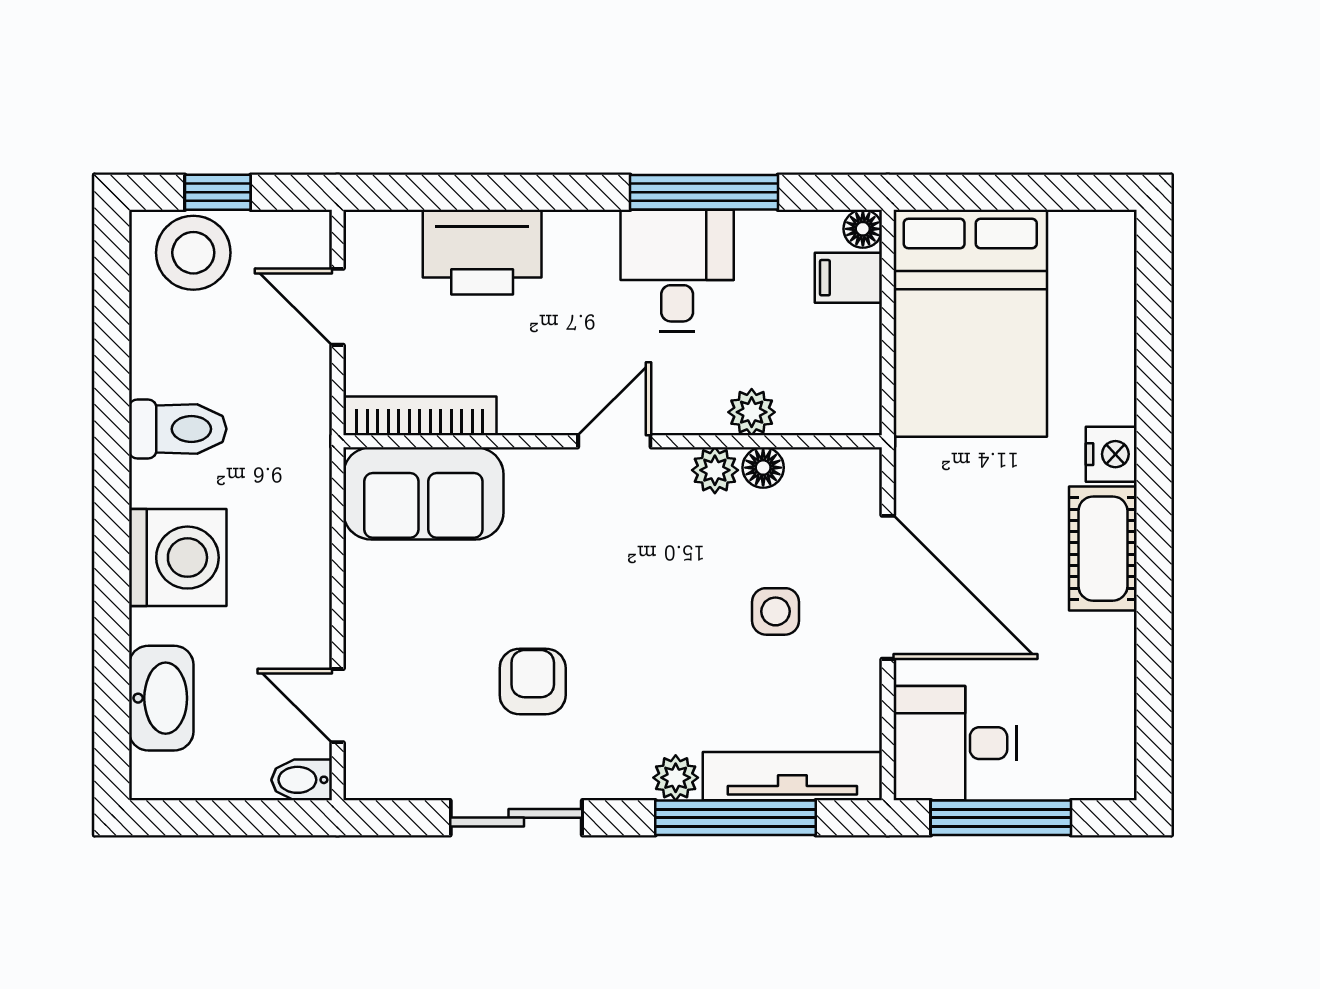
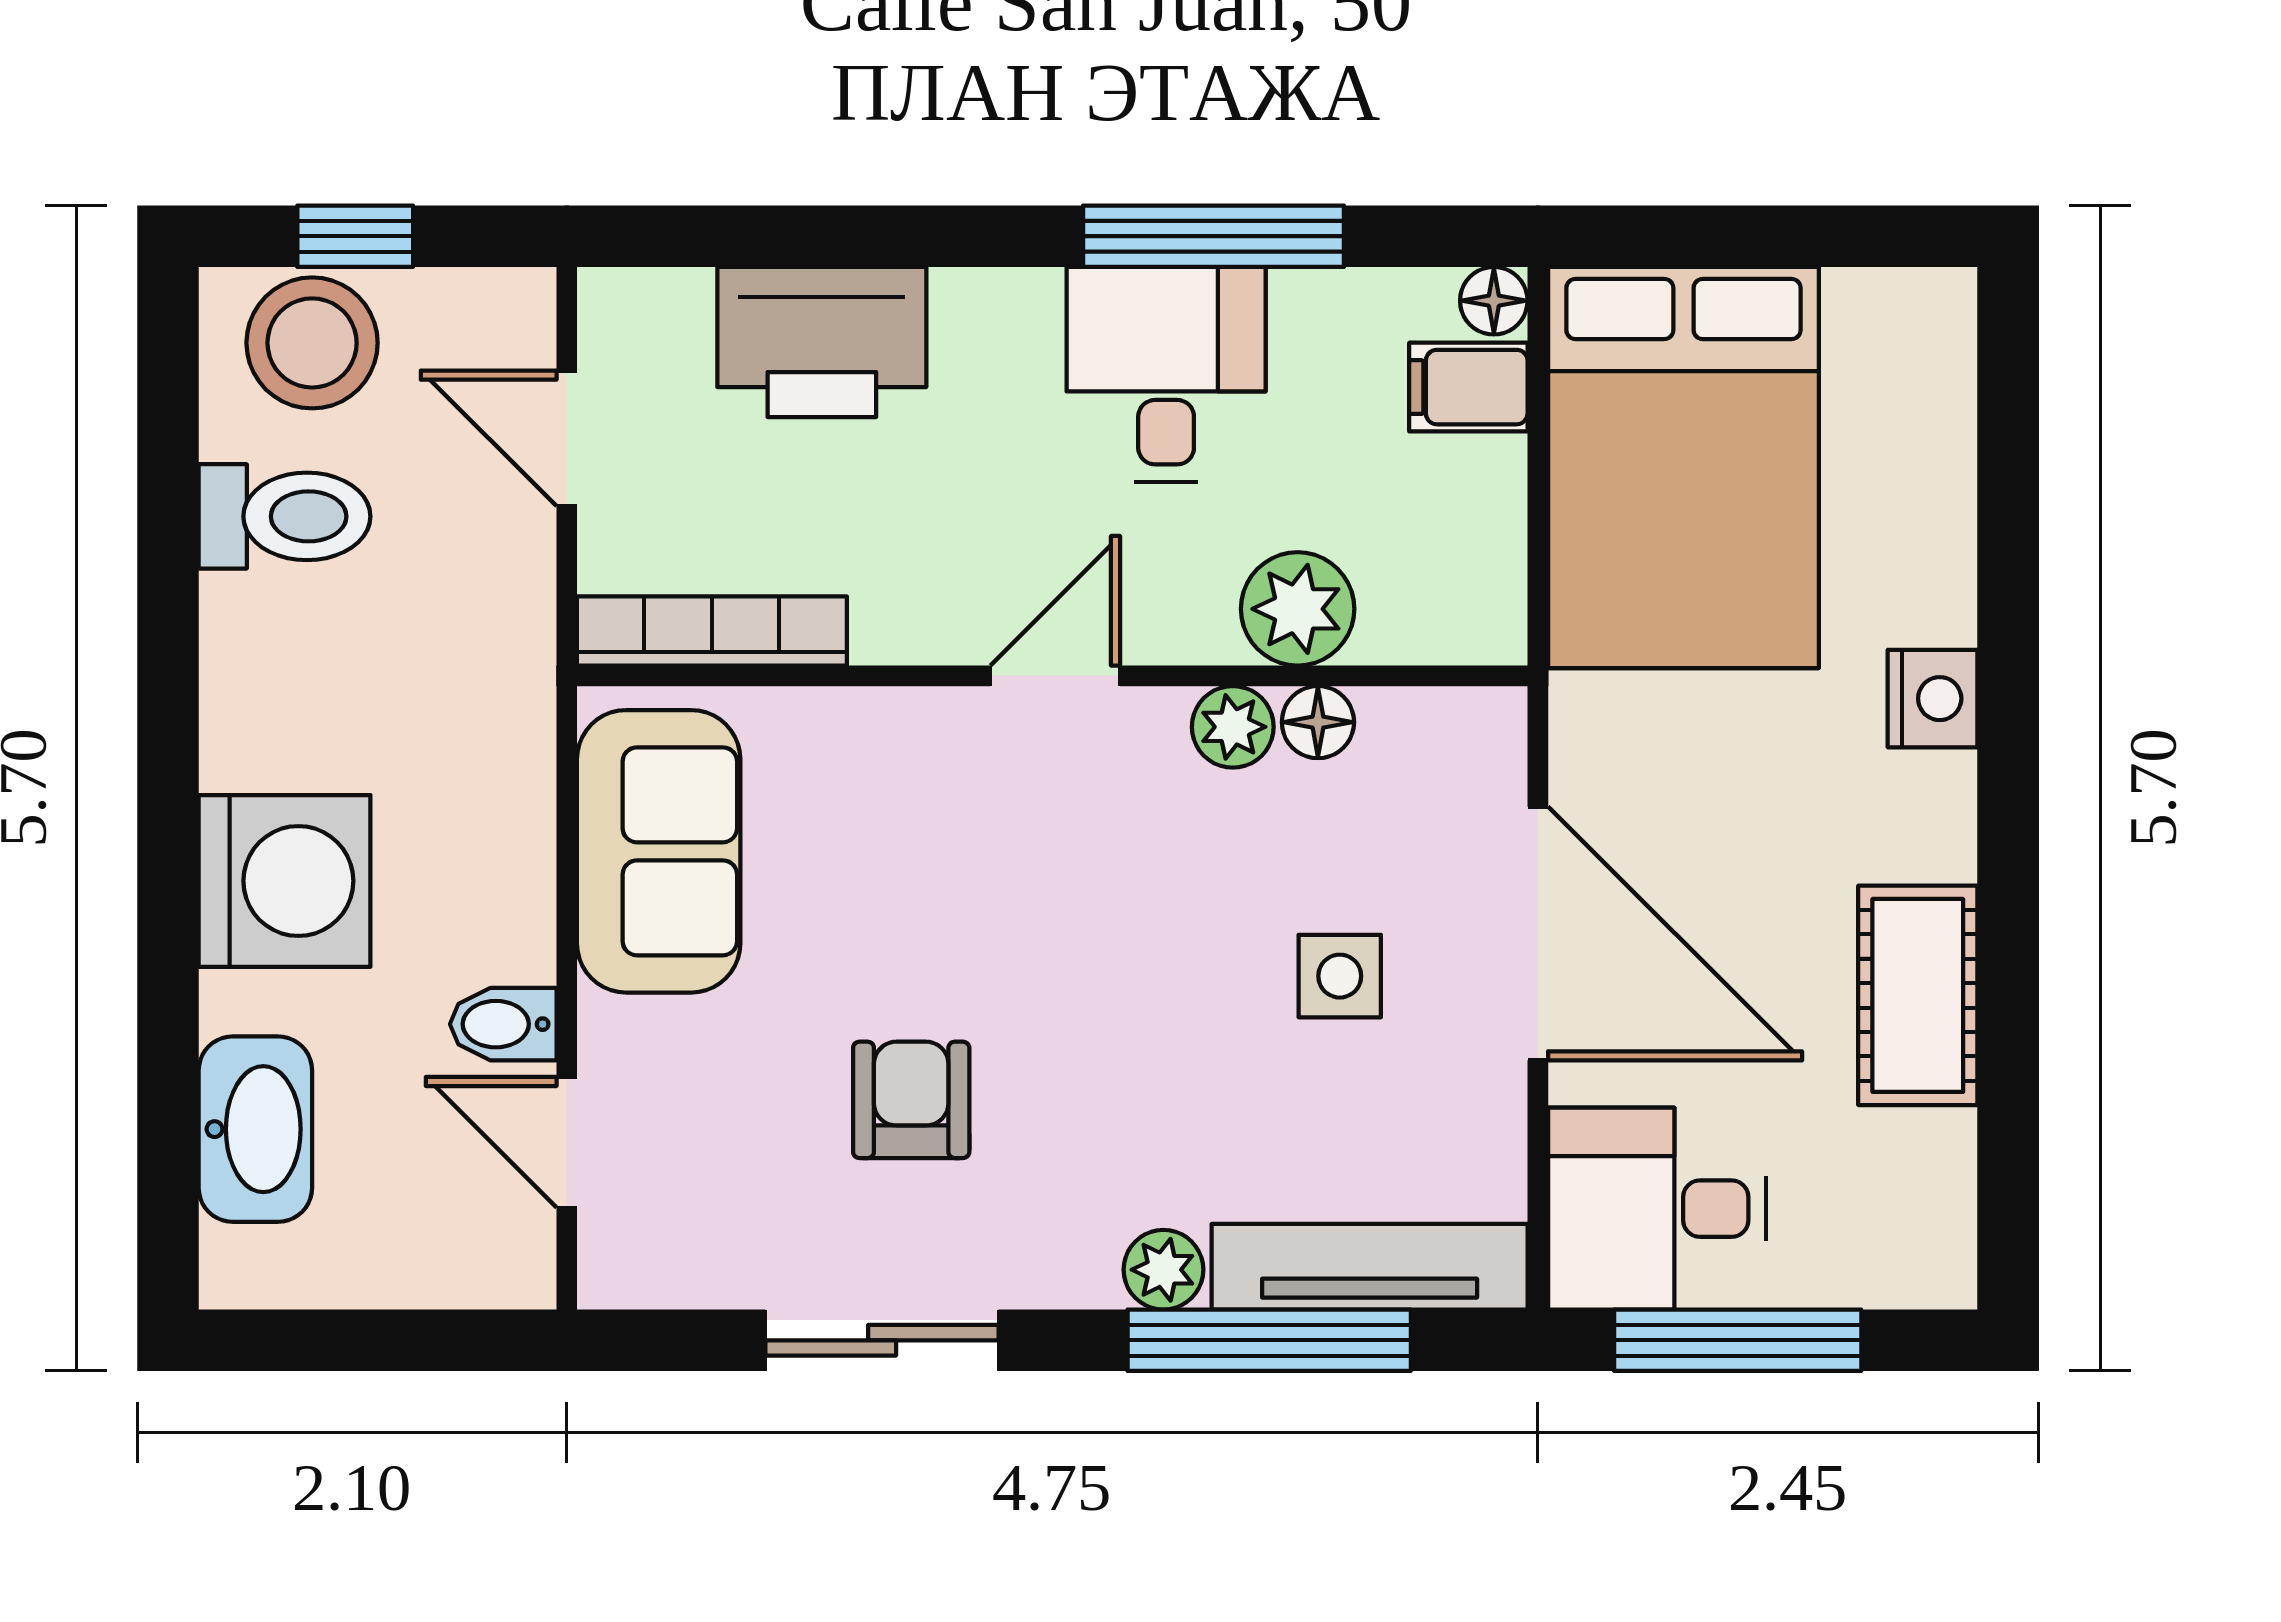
plant: (752, 412) -> (1298, 609), width x1.38, depth x1.38
toilet: (178, 429) -> (285, 516), moved
sofa: (423, 493) -> (659, 851), moved, turned -90
cot: (1103, 549) -> (1918, 995), moved
bidet: (302, 780) -> (503, 1024), moved

